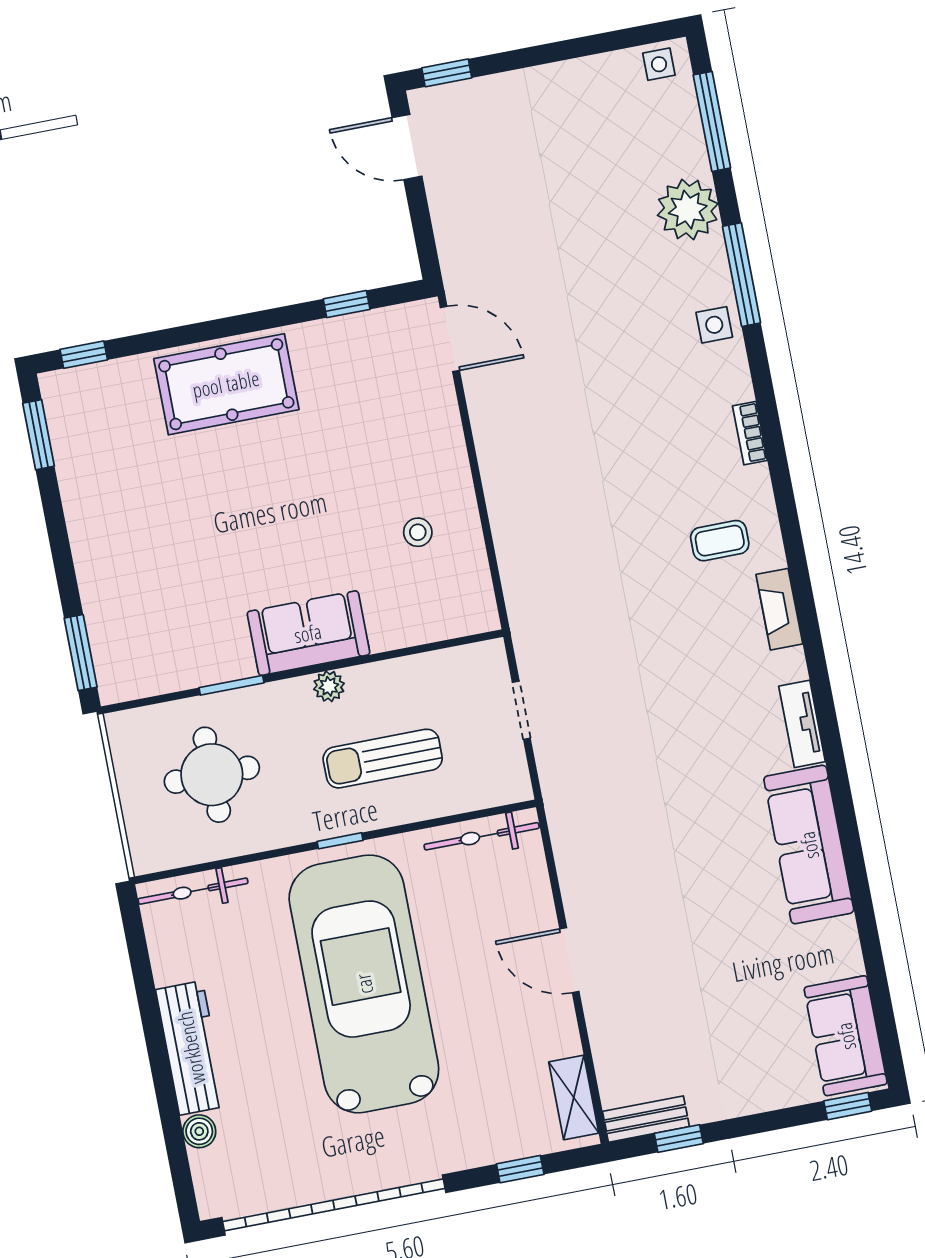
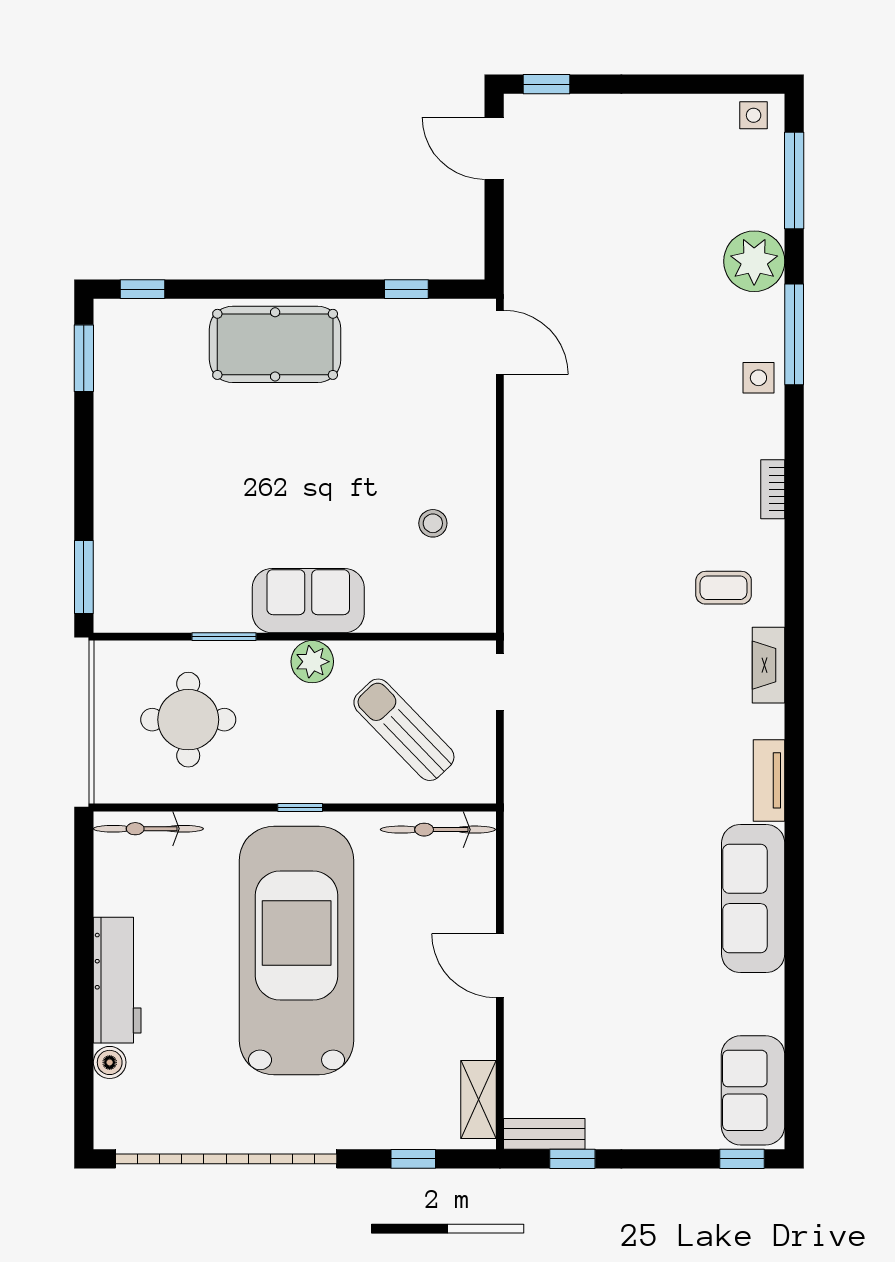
plant: (329, 686) -> (312, 662), width x1.38, depth x1.38
doorway: (521, 710) -> (500, 682), moved
sun lounger: (383, 759) -> (404, 730), moved, turned 46

